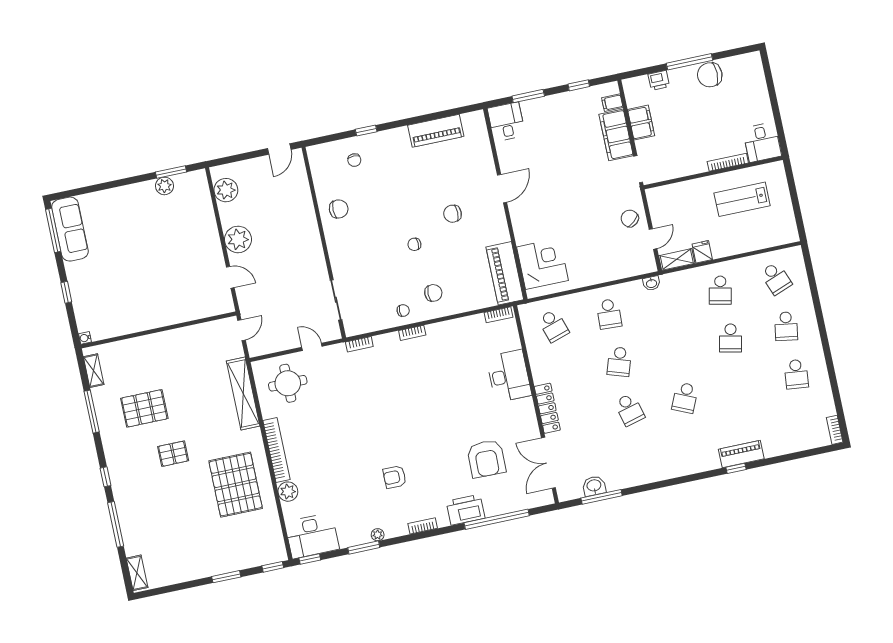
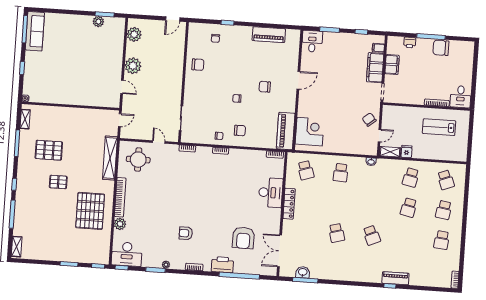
school desk: (619, 362) -> (339, 203), removed
school desk: (685, 398) -> (372, 235), turned -48
locker: (547, 408) -> (289, 204), moved

